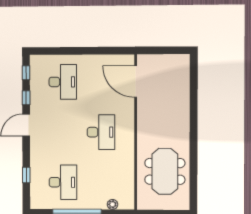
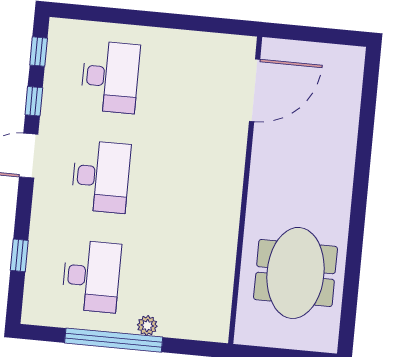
door: (136, 81) -> (255, 90), swing flipped
desk: (101, 132) -> (101, 177), moved
plant: (113, 204) -> (147, 326), moved

